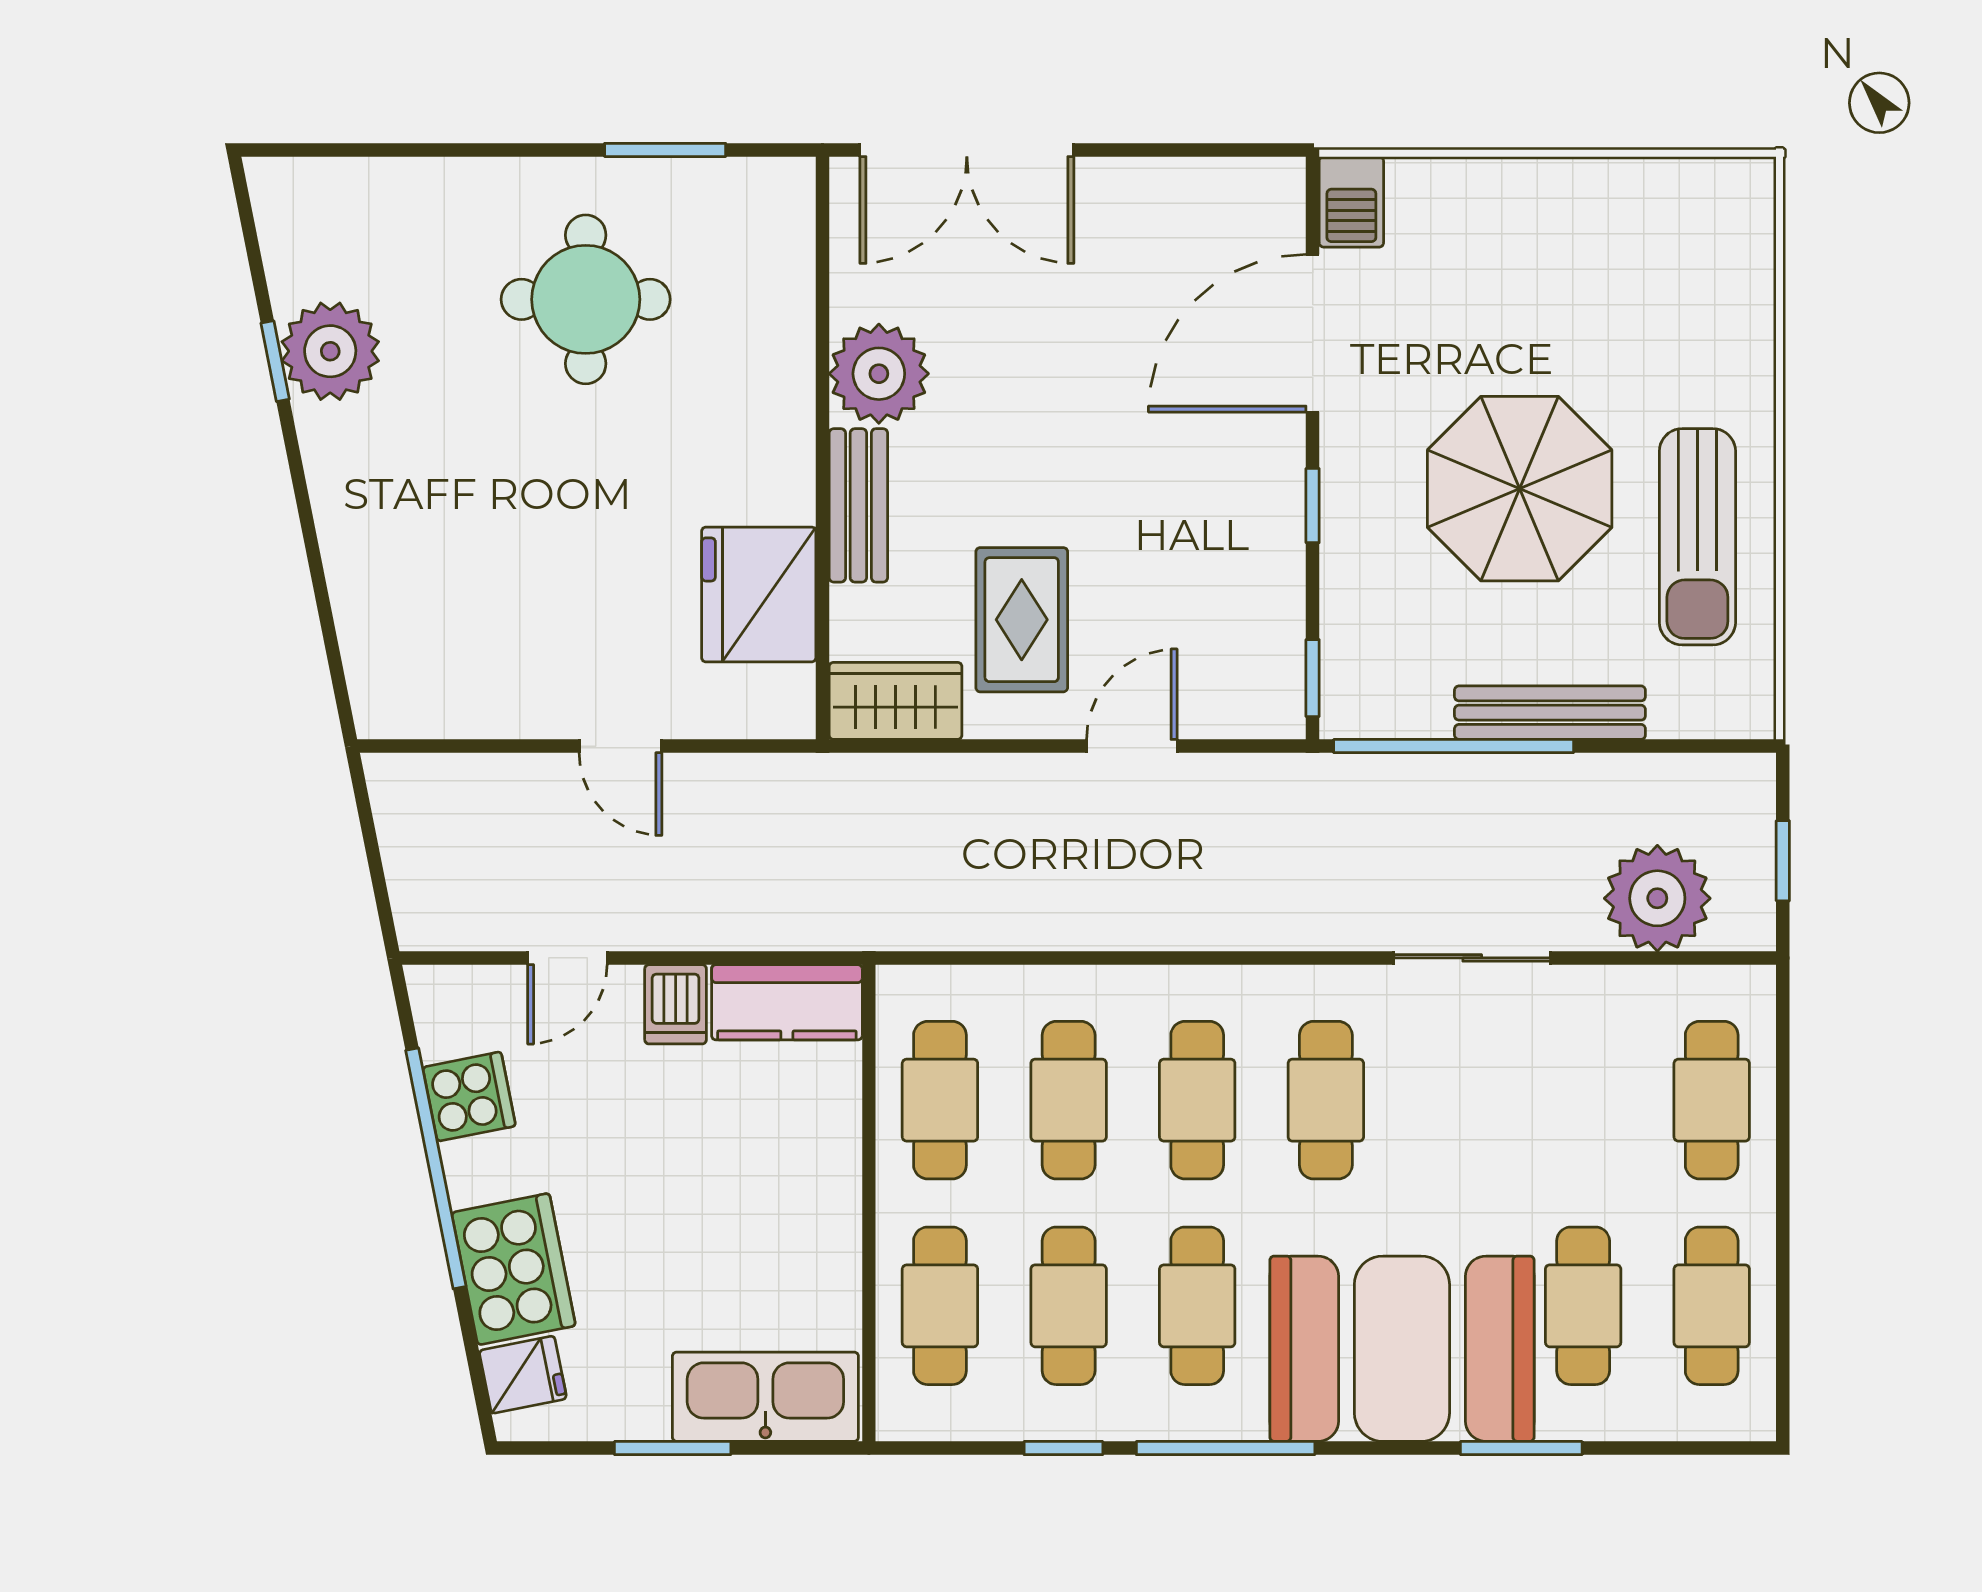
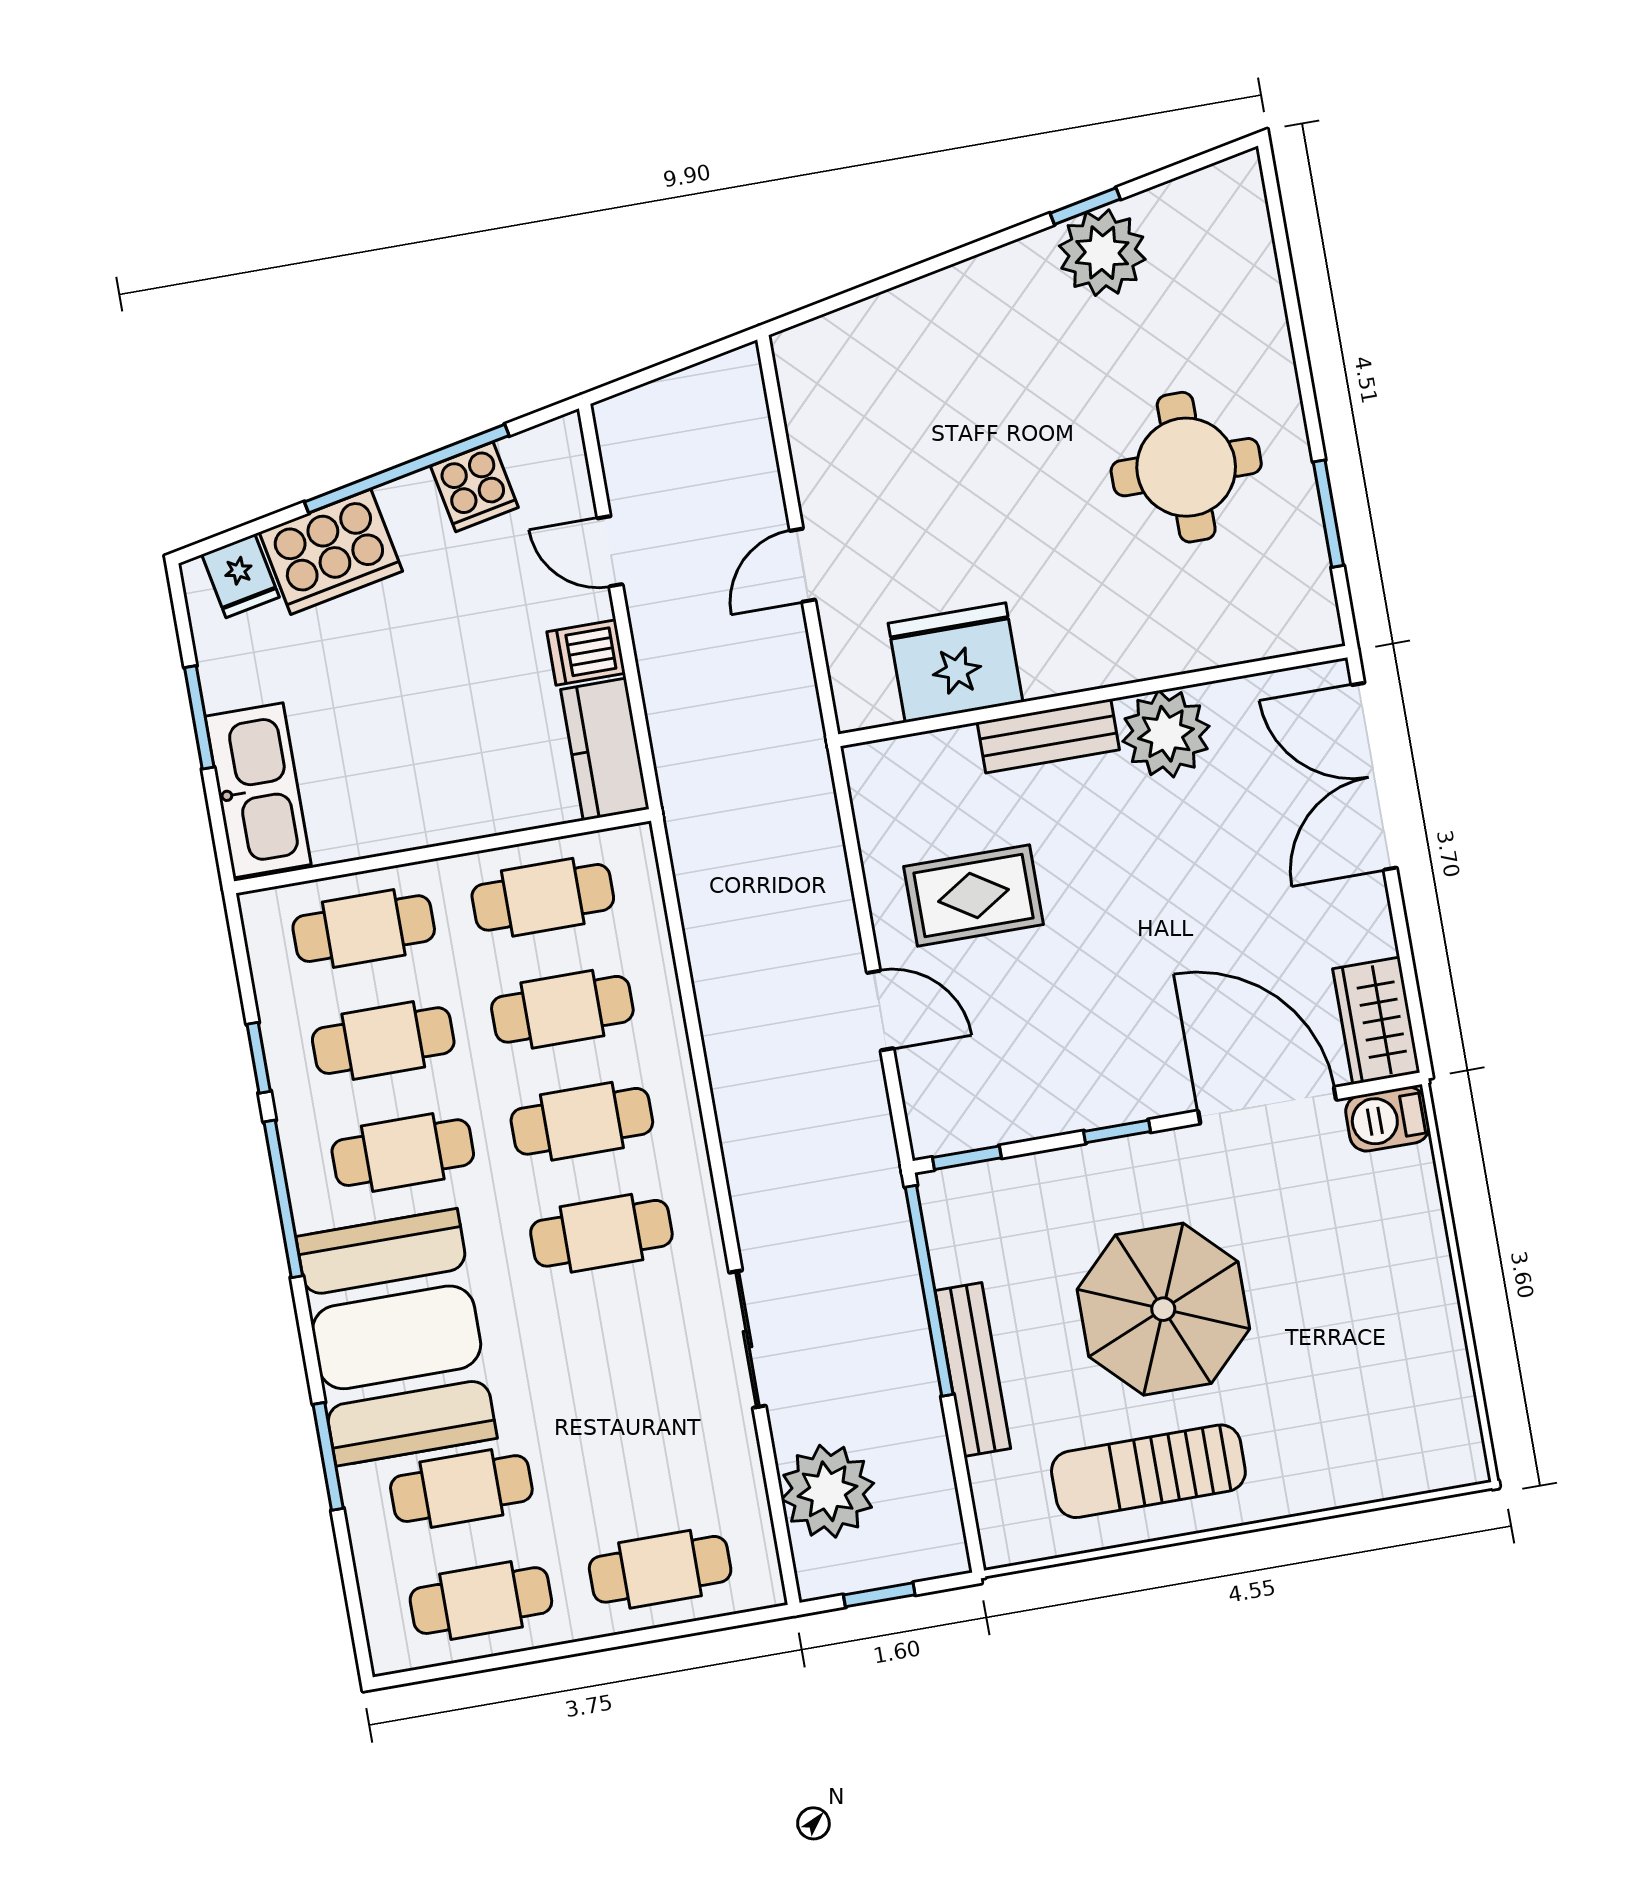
wardrobe: (896, 701) -> (1376, 1021), moved, turned 180

